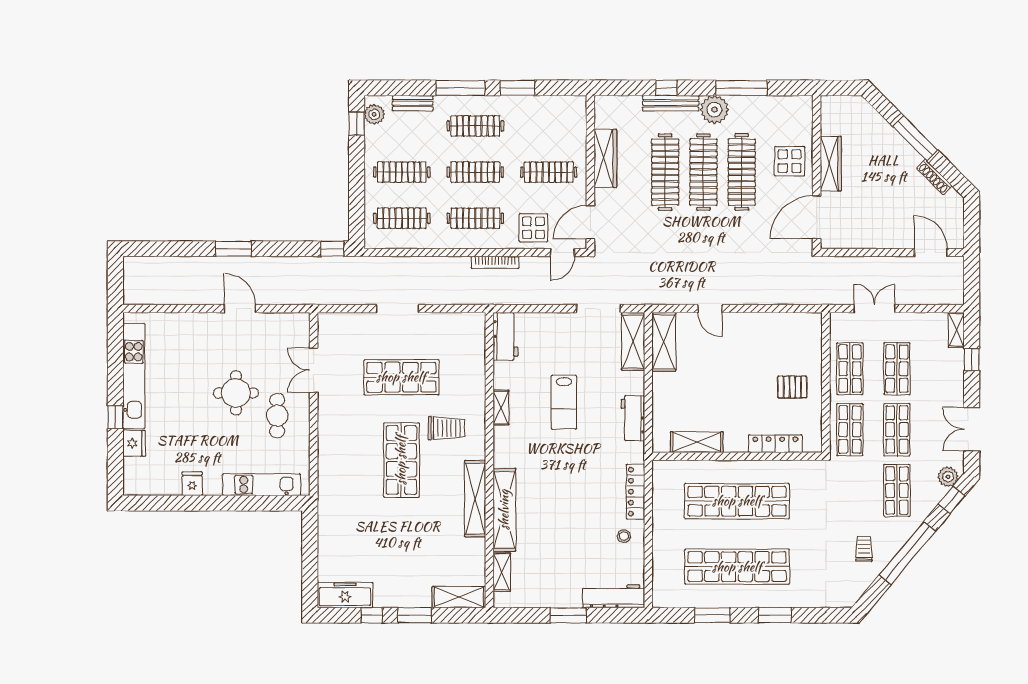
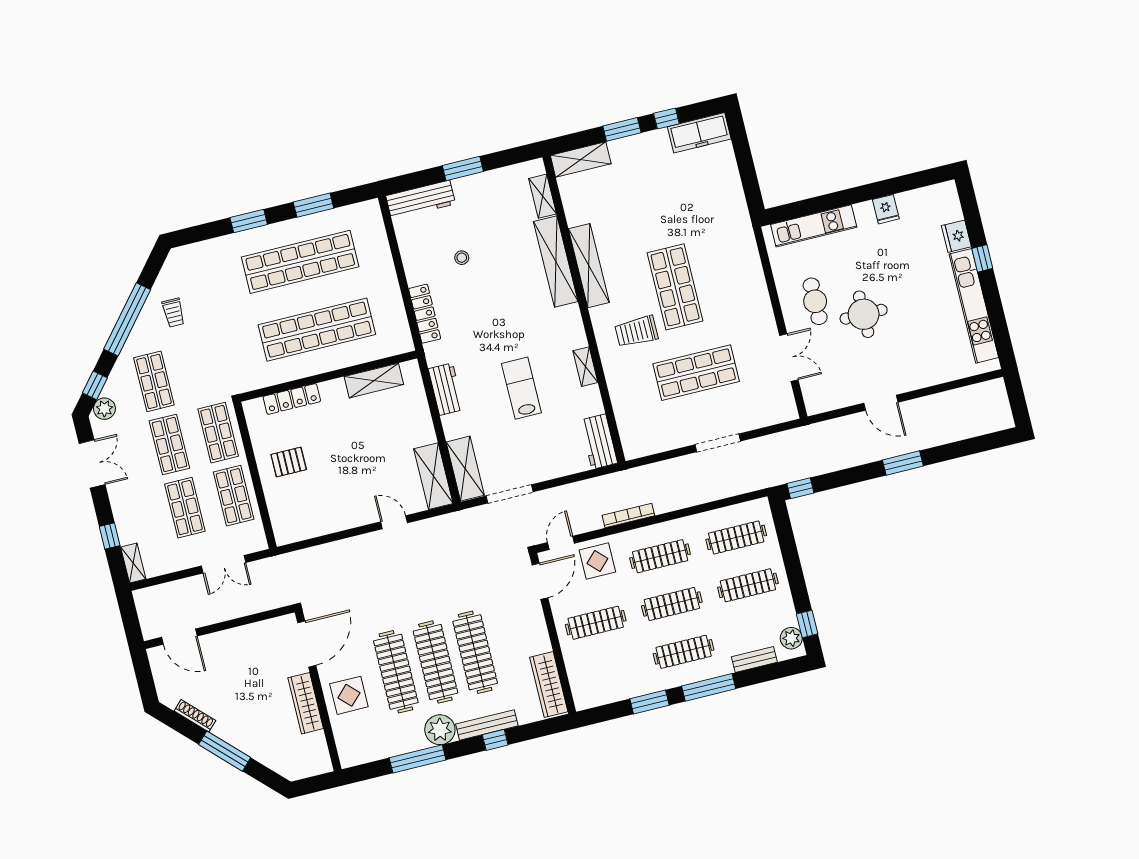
wardrobe: (605, 158) -> (549, 685), moved
stool: (624, 536) -> (462, 258), moved

